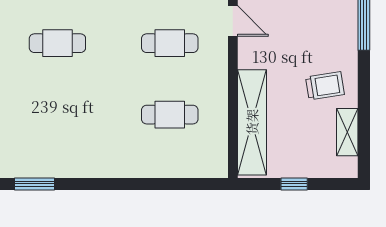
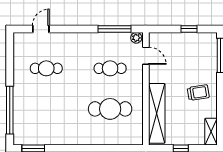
cafe table: (170, 115) -> (110, 109), width x1.37, depth x1.35
shelving: (347, 132) -> (211, 132), moved

